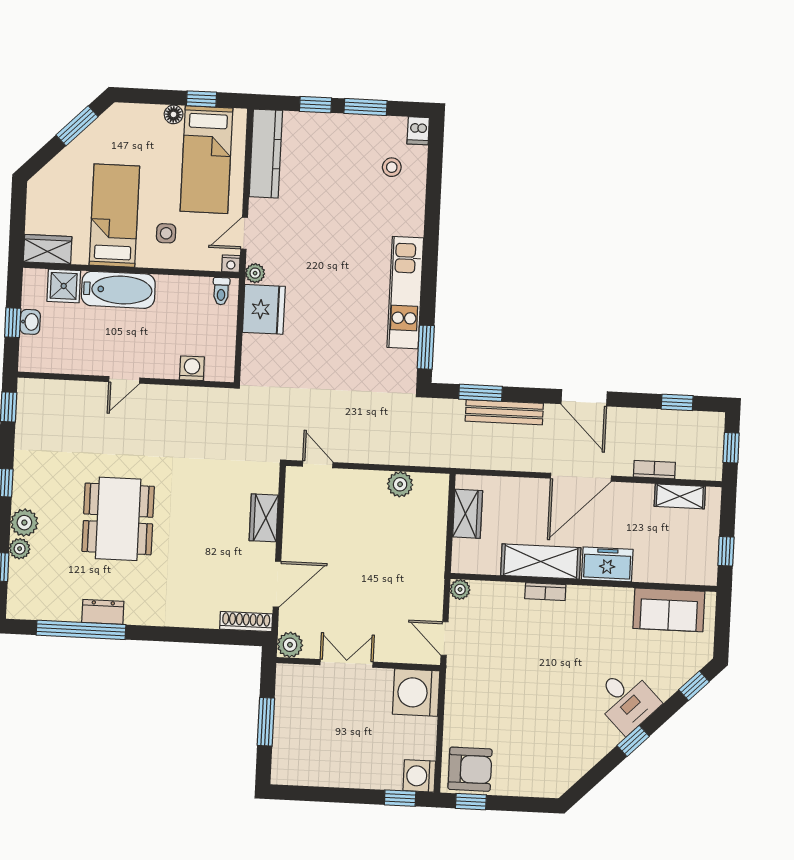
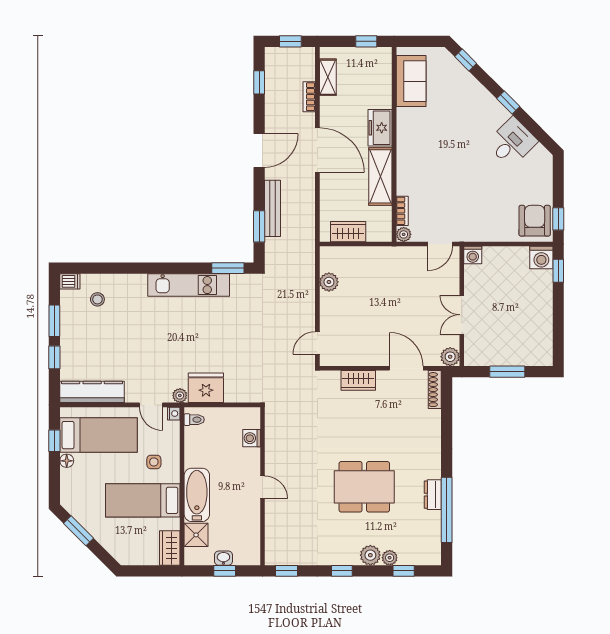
bookcase: (545, 592) -> (402, 211), moved
washing machine: (416, 693) -> (473, 255), width x0.53, depth x0.53
desk: (626, 700) -> (512, 142), moved

